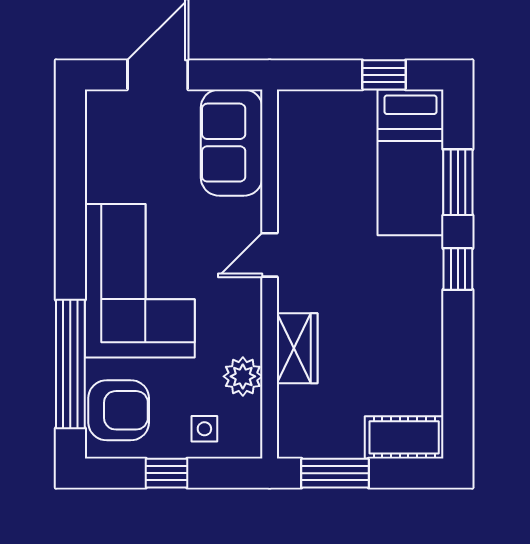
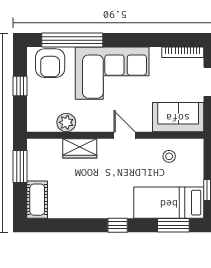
bookcase: (96, 133) -> (183, 52), added
stool: (314, 161) -> (169, 156), added
window: (458, 182) -> (173, 225), moved
side table: (204, 429) -> (41, 104), removed

